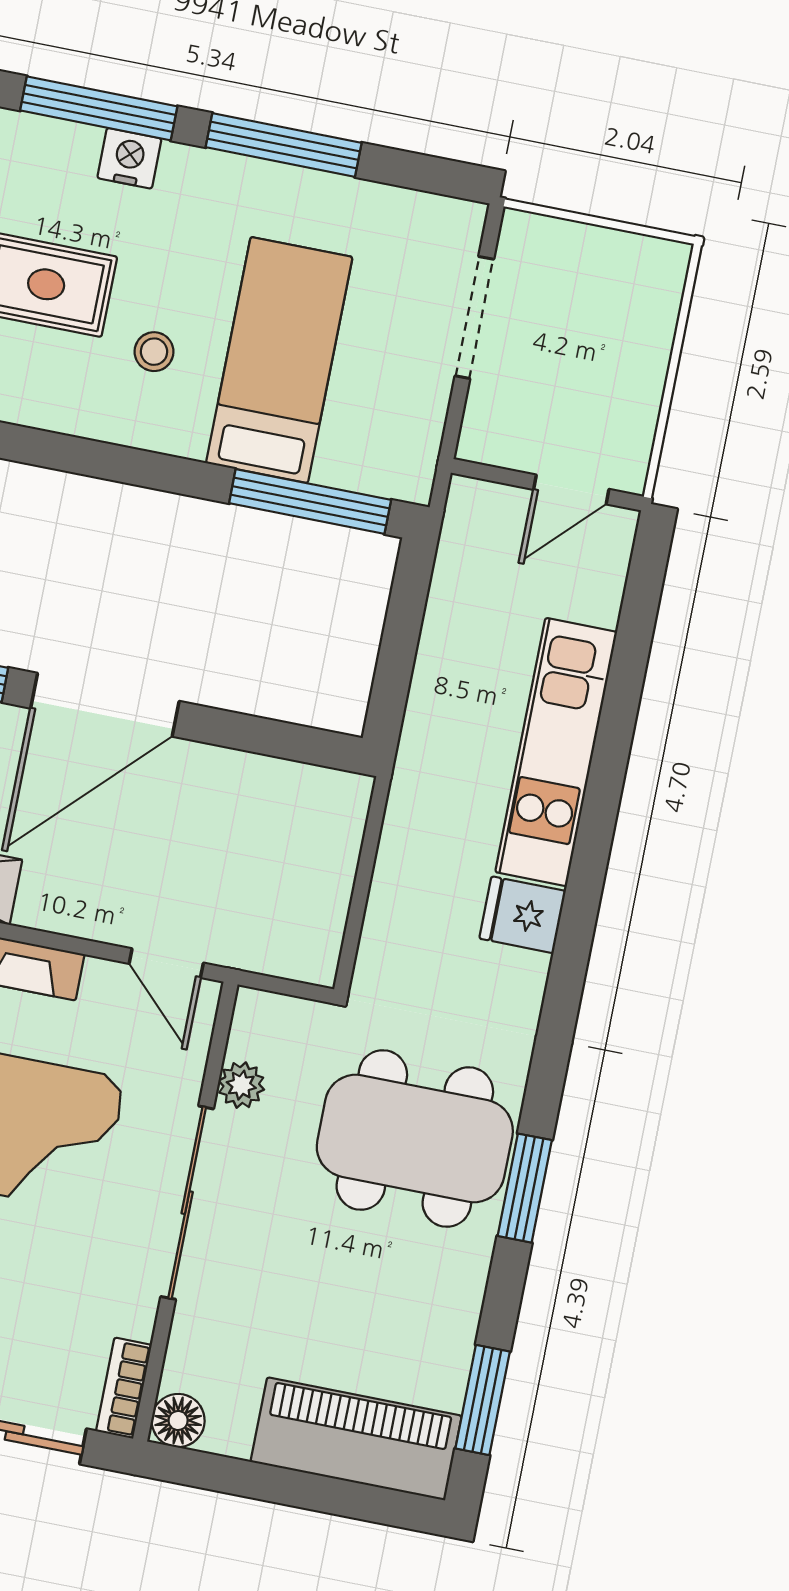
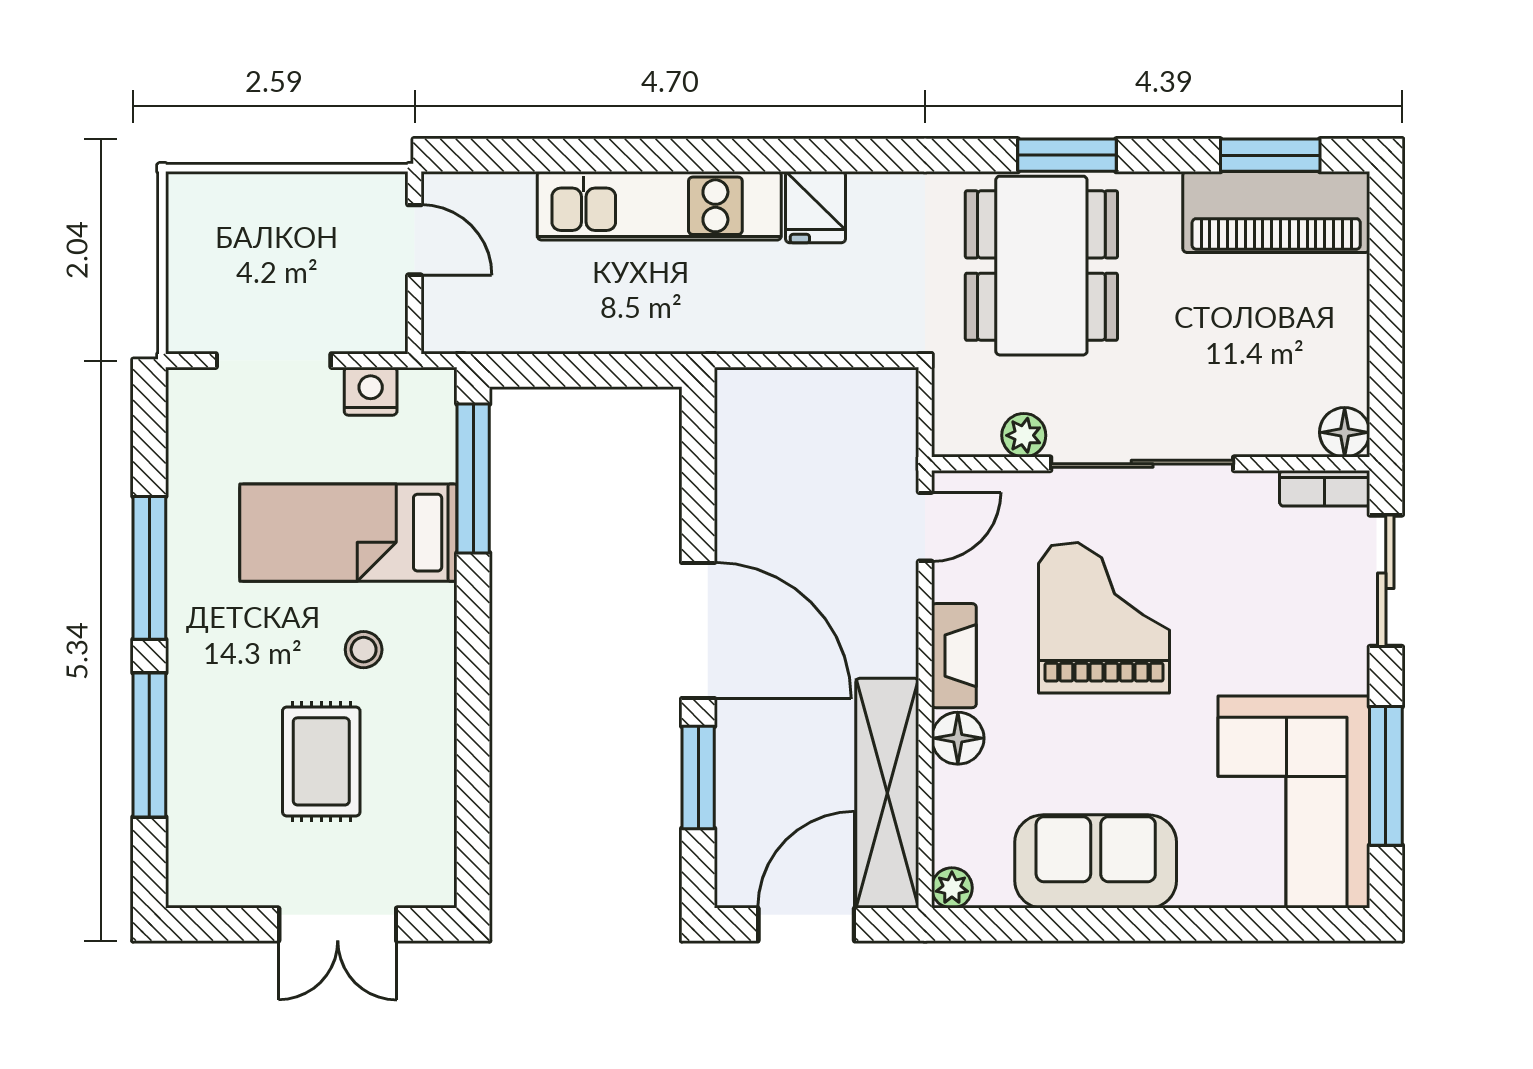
nightstand: (129, 158) -> (371, 391), moved, turned 90
piano: (356, 1439) -> (1276, 212), moved, turned -90

